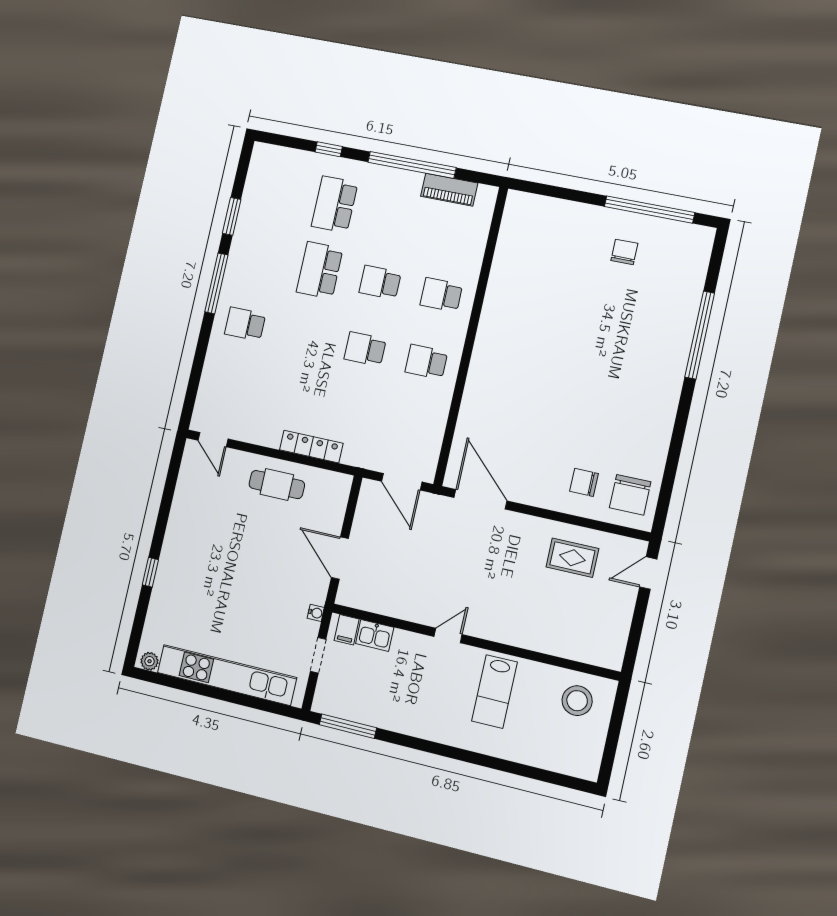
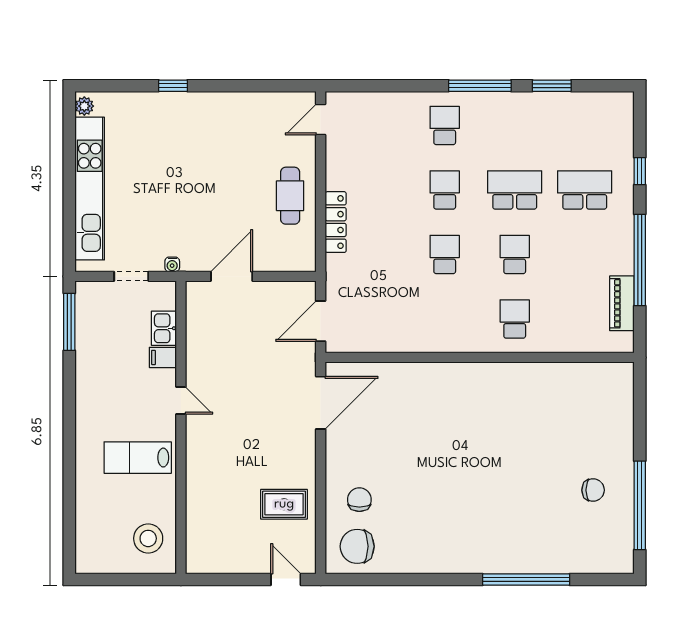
school desk: (426, 362) -> (445, 190), moved
rug: (572, 558) -> (284, 504), turned 90
filing cabinet: (347, 630) -> (163, 357), moved

